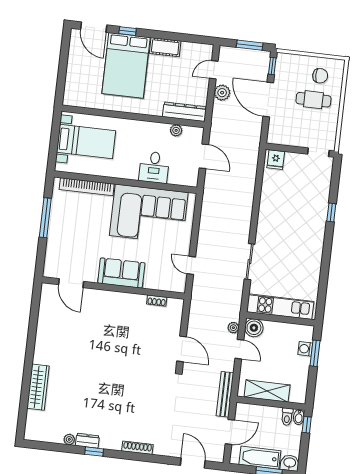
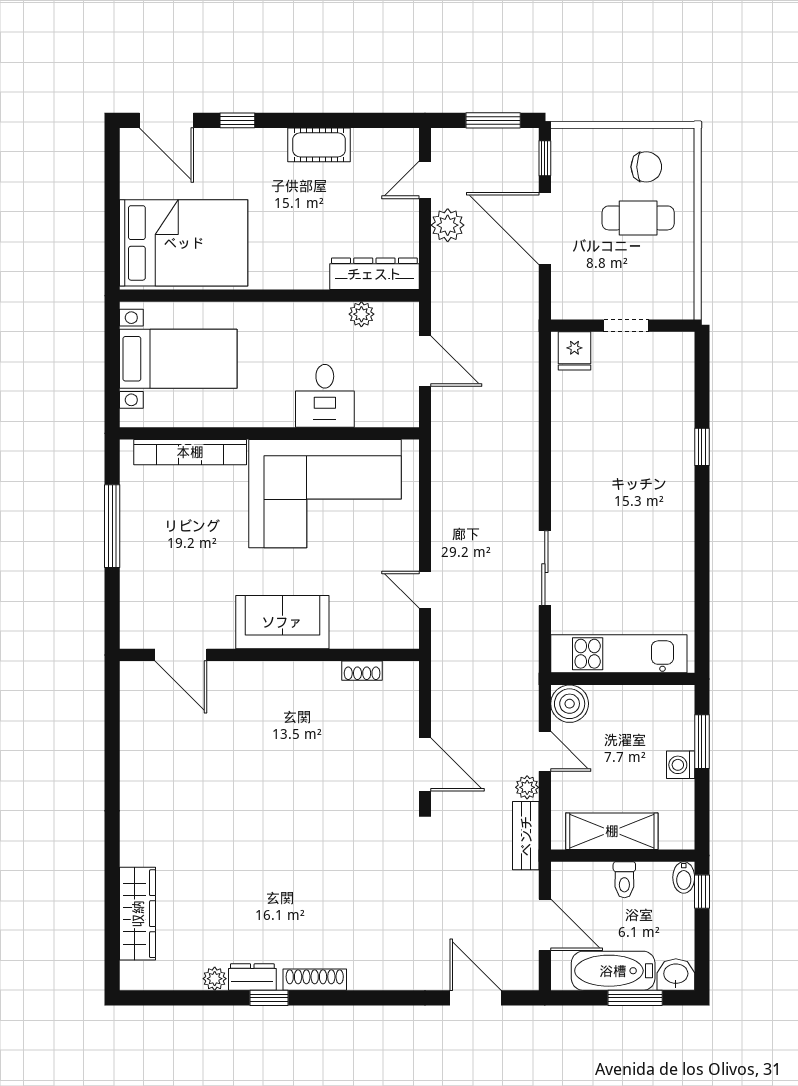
bed: (126, 65) -> (184, 243), moved, turned -90
doorway: (318, 152) -> (626, 326), moved
plant: (233, 328) -> (527, 787), moved
washing machine: (305, 349) -> (681, 765), moved
wardrobe: (38, 387) -> (138, 914), moved
bench: (225, 394) -> (526, 836), width x0.73
toilet: (287, 417) -> (624, 880), moved
door: (230, 432) -> (545, 925), hinge flipped
shoe rack: (137, 448) -> (315, 980), moved

